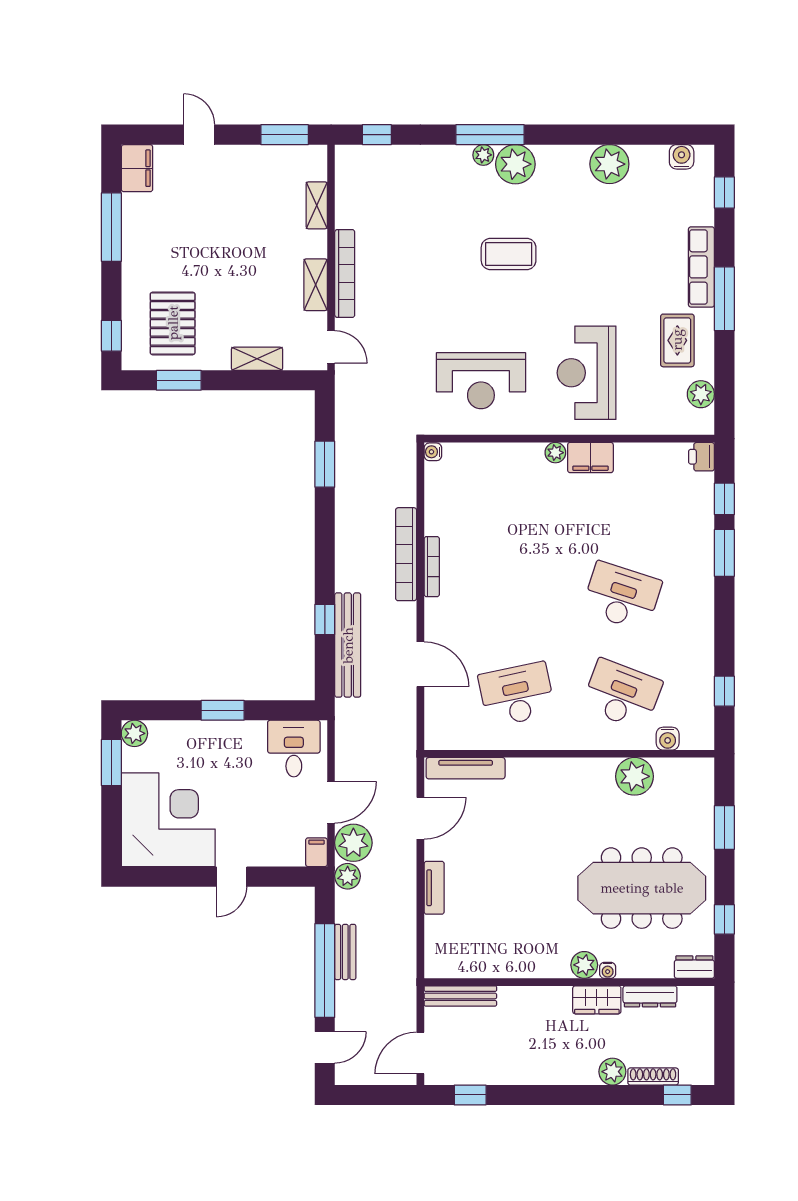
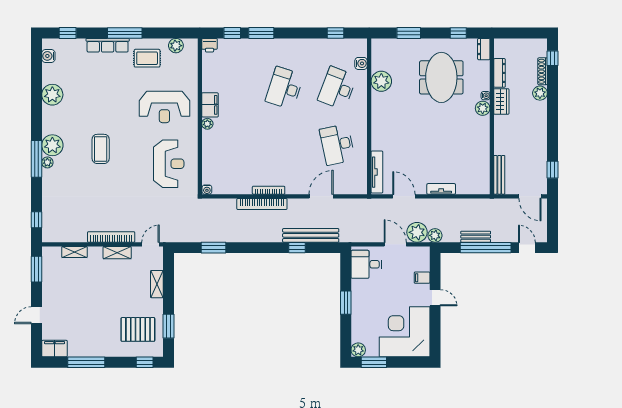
filing cabinet: (316, 852) -> (422, 278), moved
meeting table: (642, 888) -> (441, 77), width x0.73

